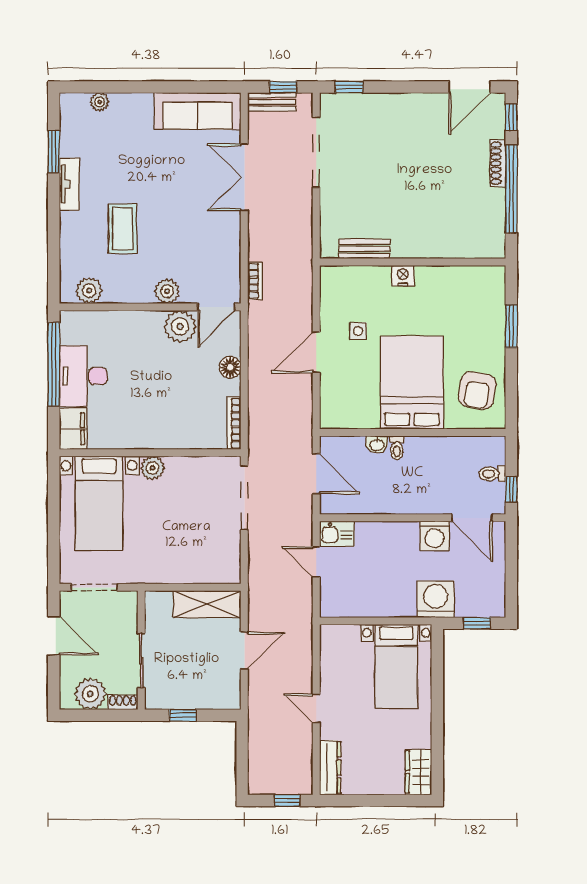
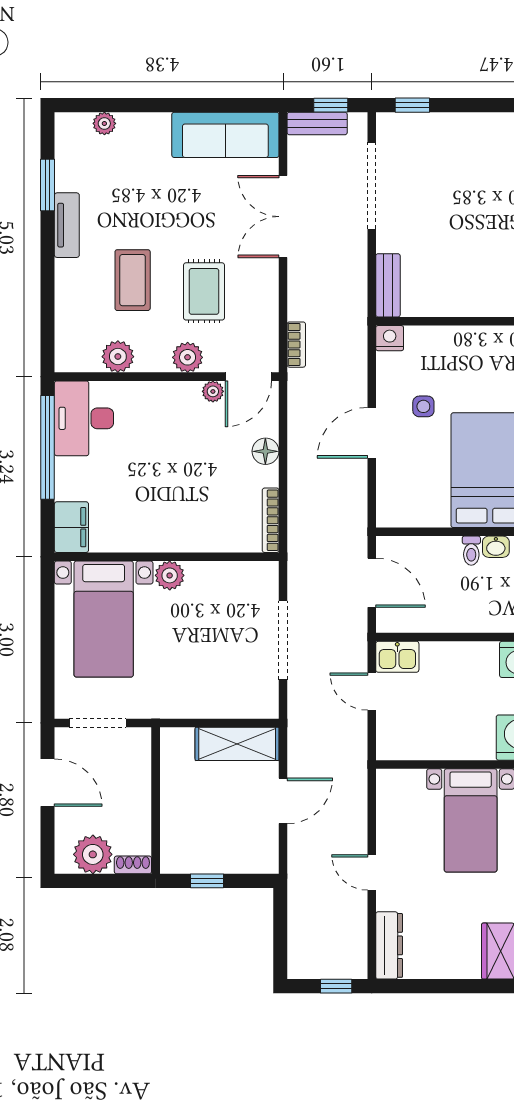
rug: (180, 238) -> (204, 291), added
bench: (364, 249) -> (388, 285), moved, turned 90
nightstand: (403, 276) -> (390, 338), moved
plant: (89, 291) -> (118, 357), moved
plant: (180, 326) -> (213, 391), width x0.53, depth x0.53
desk: (83, 376) -> (84, 418), moved
washbasin: (377, 445) -> (496, 547), moved
doorway: (244, 498) -> (283, 640), moved
sliding door: (141, 660) -> (156, 813), removed

